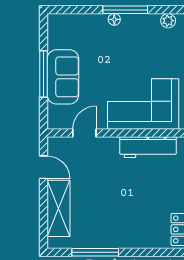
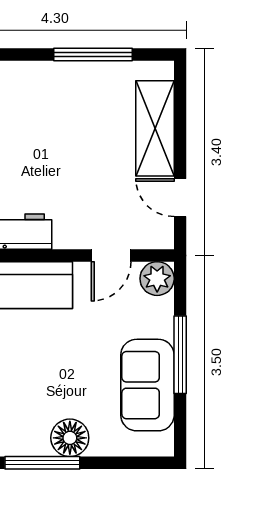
floor lamp: (114, 19) -> (70, 438), width x1.89, depth x1.89
sofa: (63, 77) -> (147, 385), moved
plant: (57, 119) -> (157, 279), added

